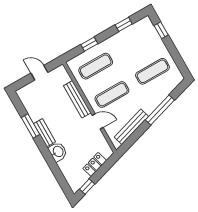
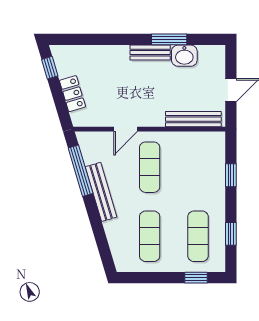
exercise mat: (96, 66) -> (198, 236), moved
bench: (77, 99) -> (193, 119), moved
window: (160, 110) -> (81, 171), moved
bench: (131, 127) -> (101, 192), moved
washbasin: (58, 152) -> (184, 56), moved

